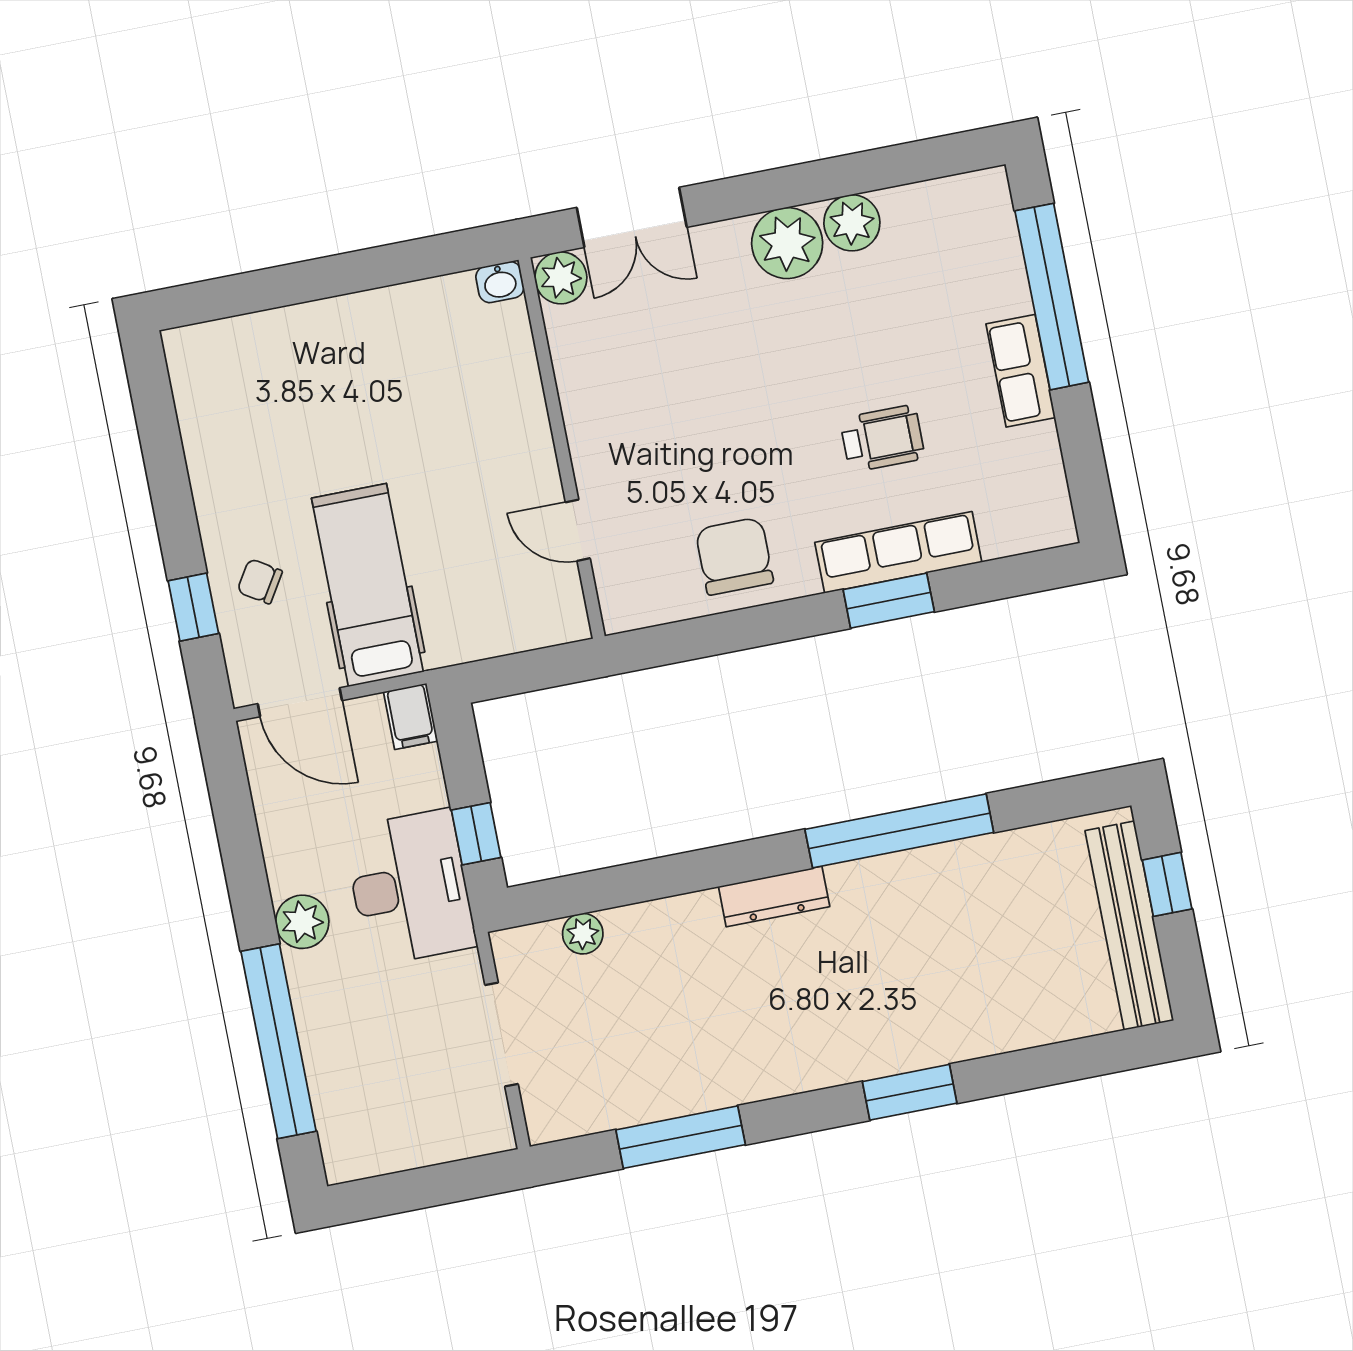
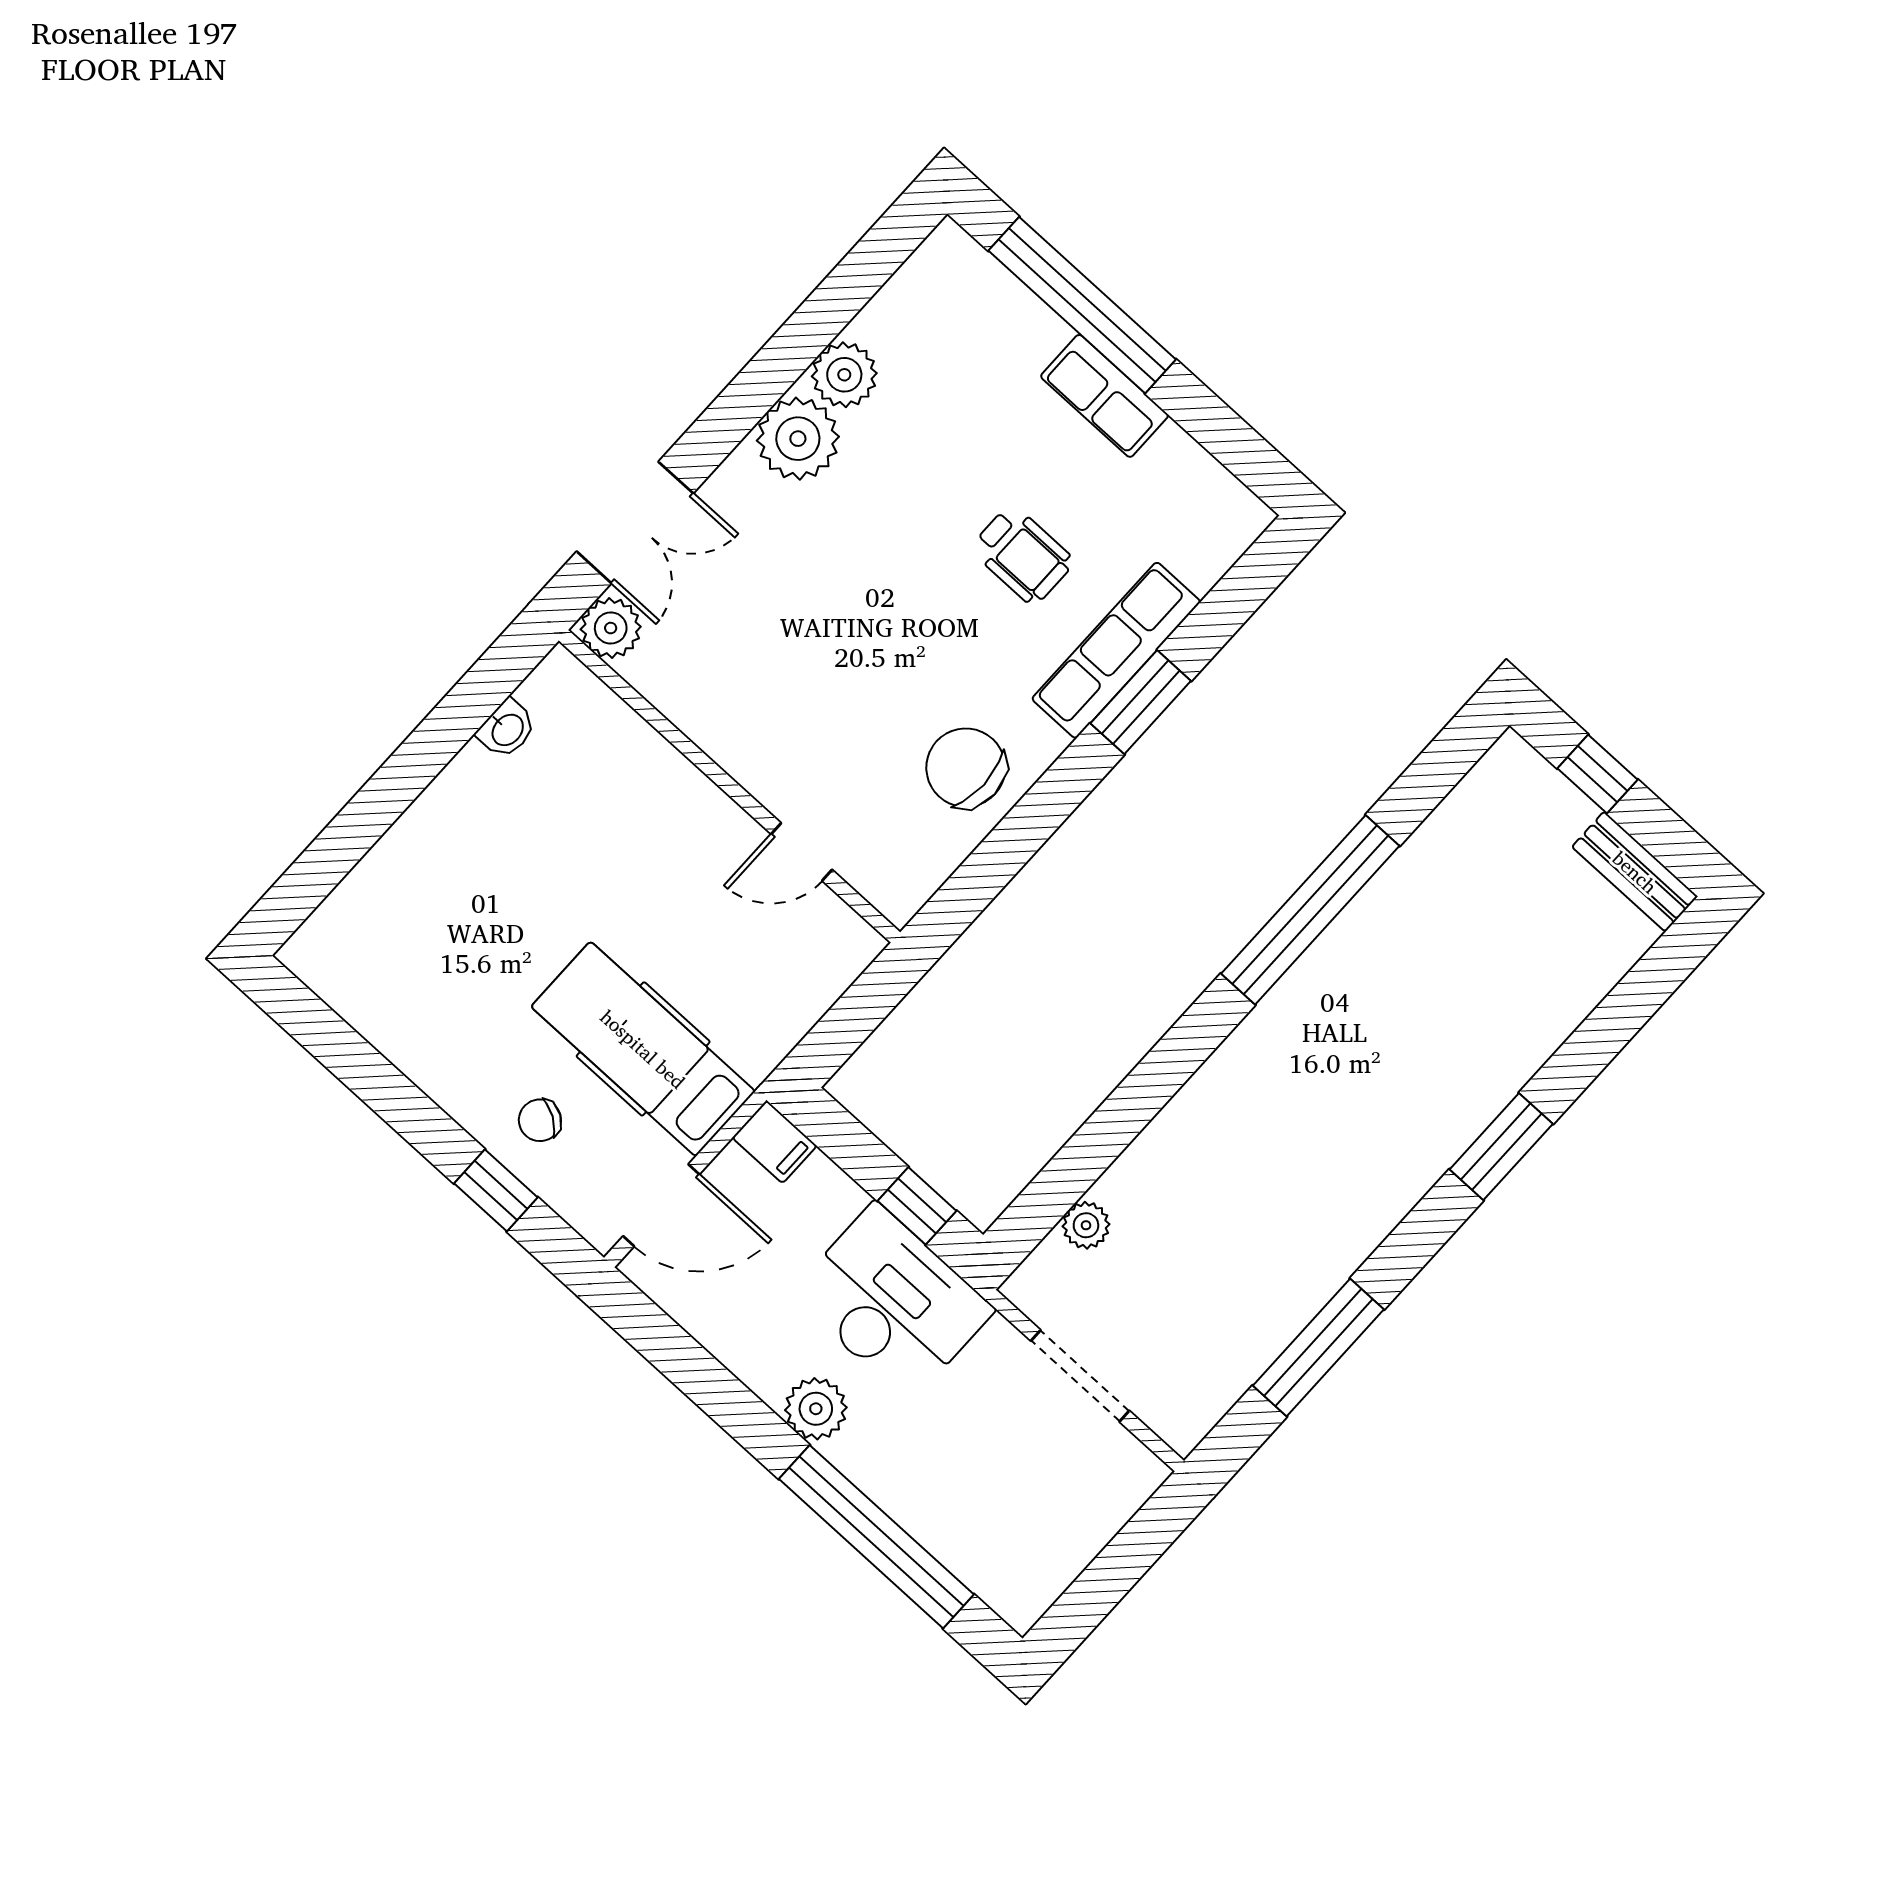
washbasin: (500, 282) -> (507, 729), moved
wheelchair: (882, 438) -> (1022, 555), turned 90
dresser: (774, 897) -> (1239, 1058), removed
bench: (1129, 926) -> (1635, 872), width x0.54, depth x0.82

